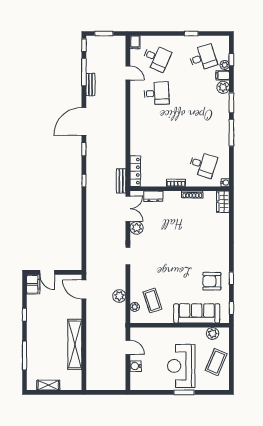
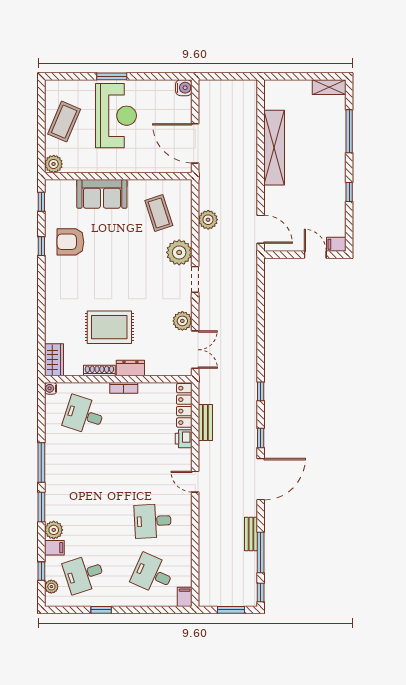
plant: (225, 65) -> (51, 587), moved
door: (128, 73) -> (195, 482), moved
printer: (136, 149) -> (184, 439), added
bench: (121, 181) -> (205, 423), moved
dresser: (153, 196) -> (130, 368), moved
double door: (128, 209) -> (195, 350), swing flipped
rug: (186, 224) -> (109, 327), added
armchair: (212, 281) -> (70, 242), turned 180
filing cabinet: (33, 284) -> (336, 244), width x0.50
plant: (135, 307) -> (179, 252), moved, width x1.87, depth x1.87
sofa: (197, 313) -> (102, 194), width x0.73
plant: (213, 333) -> (54, 164), moved
door: (128, 347) -> (195, 143), width x1.88
water cooler: (136, 366) -> (184, 88), moved
shelving: (48, 385) -> (329, 87), moved

